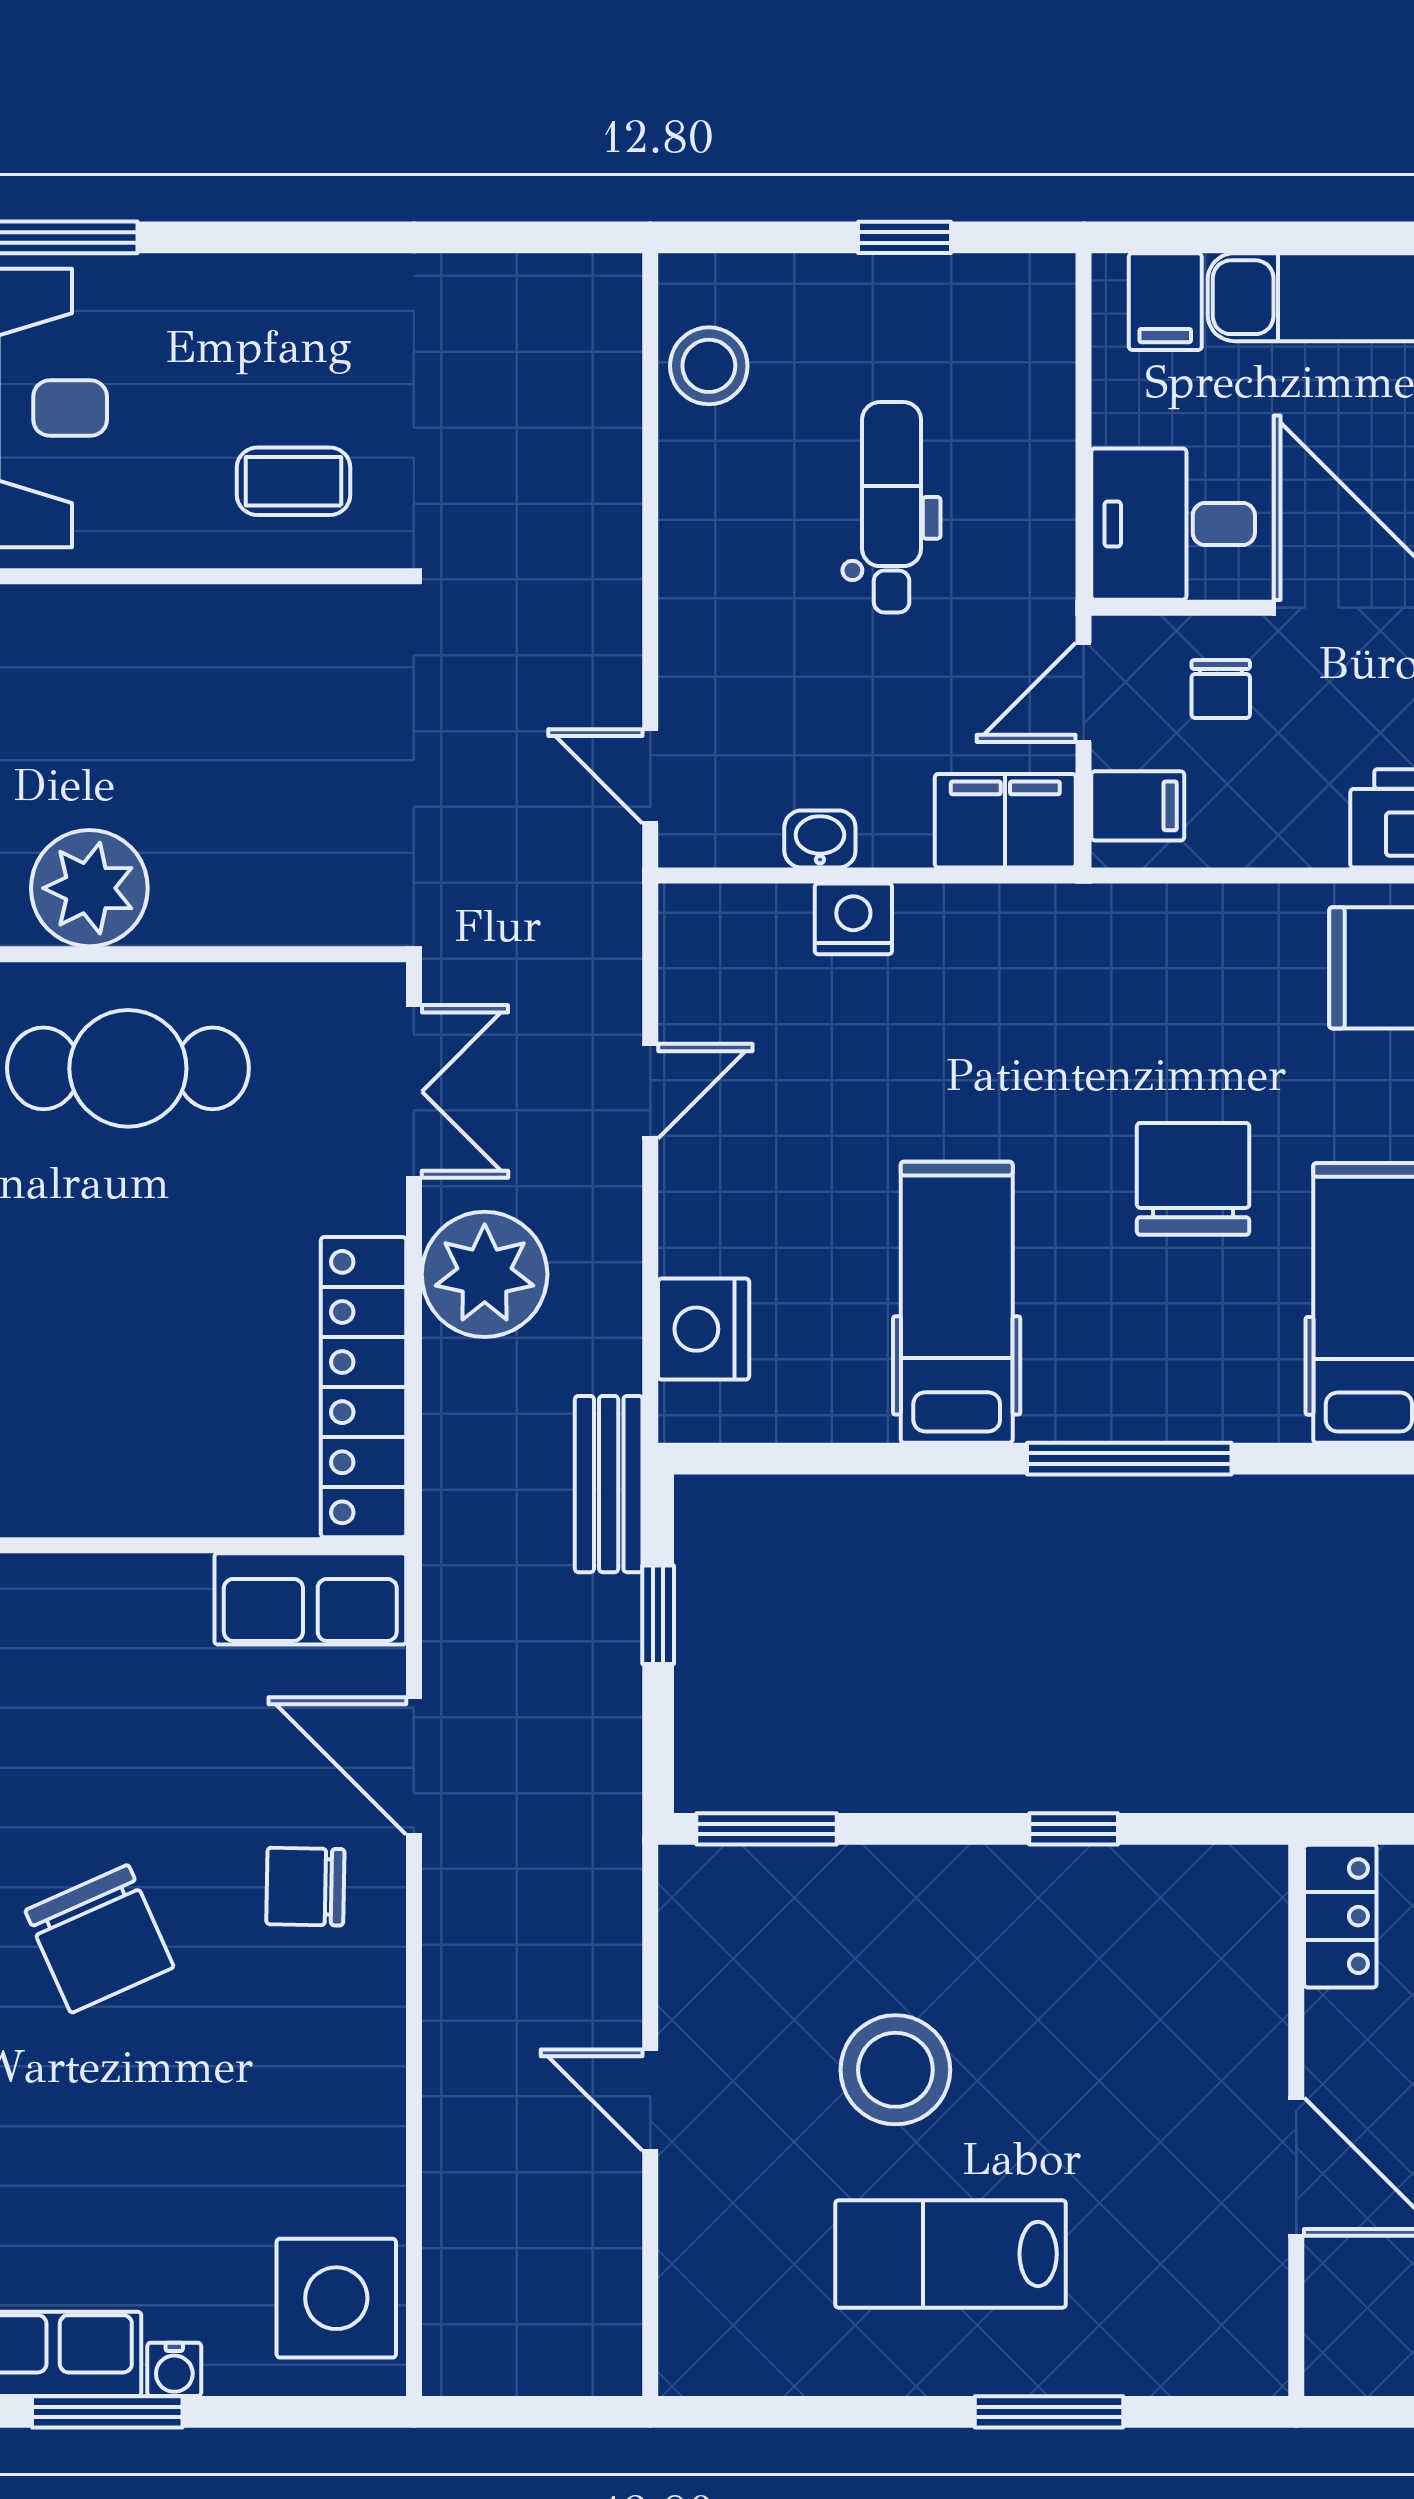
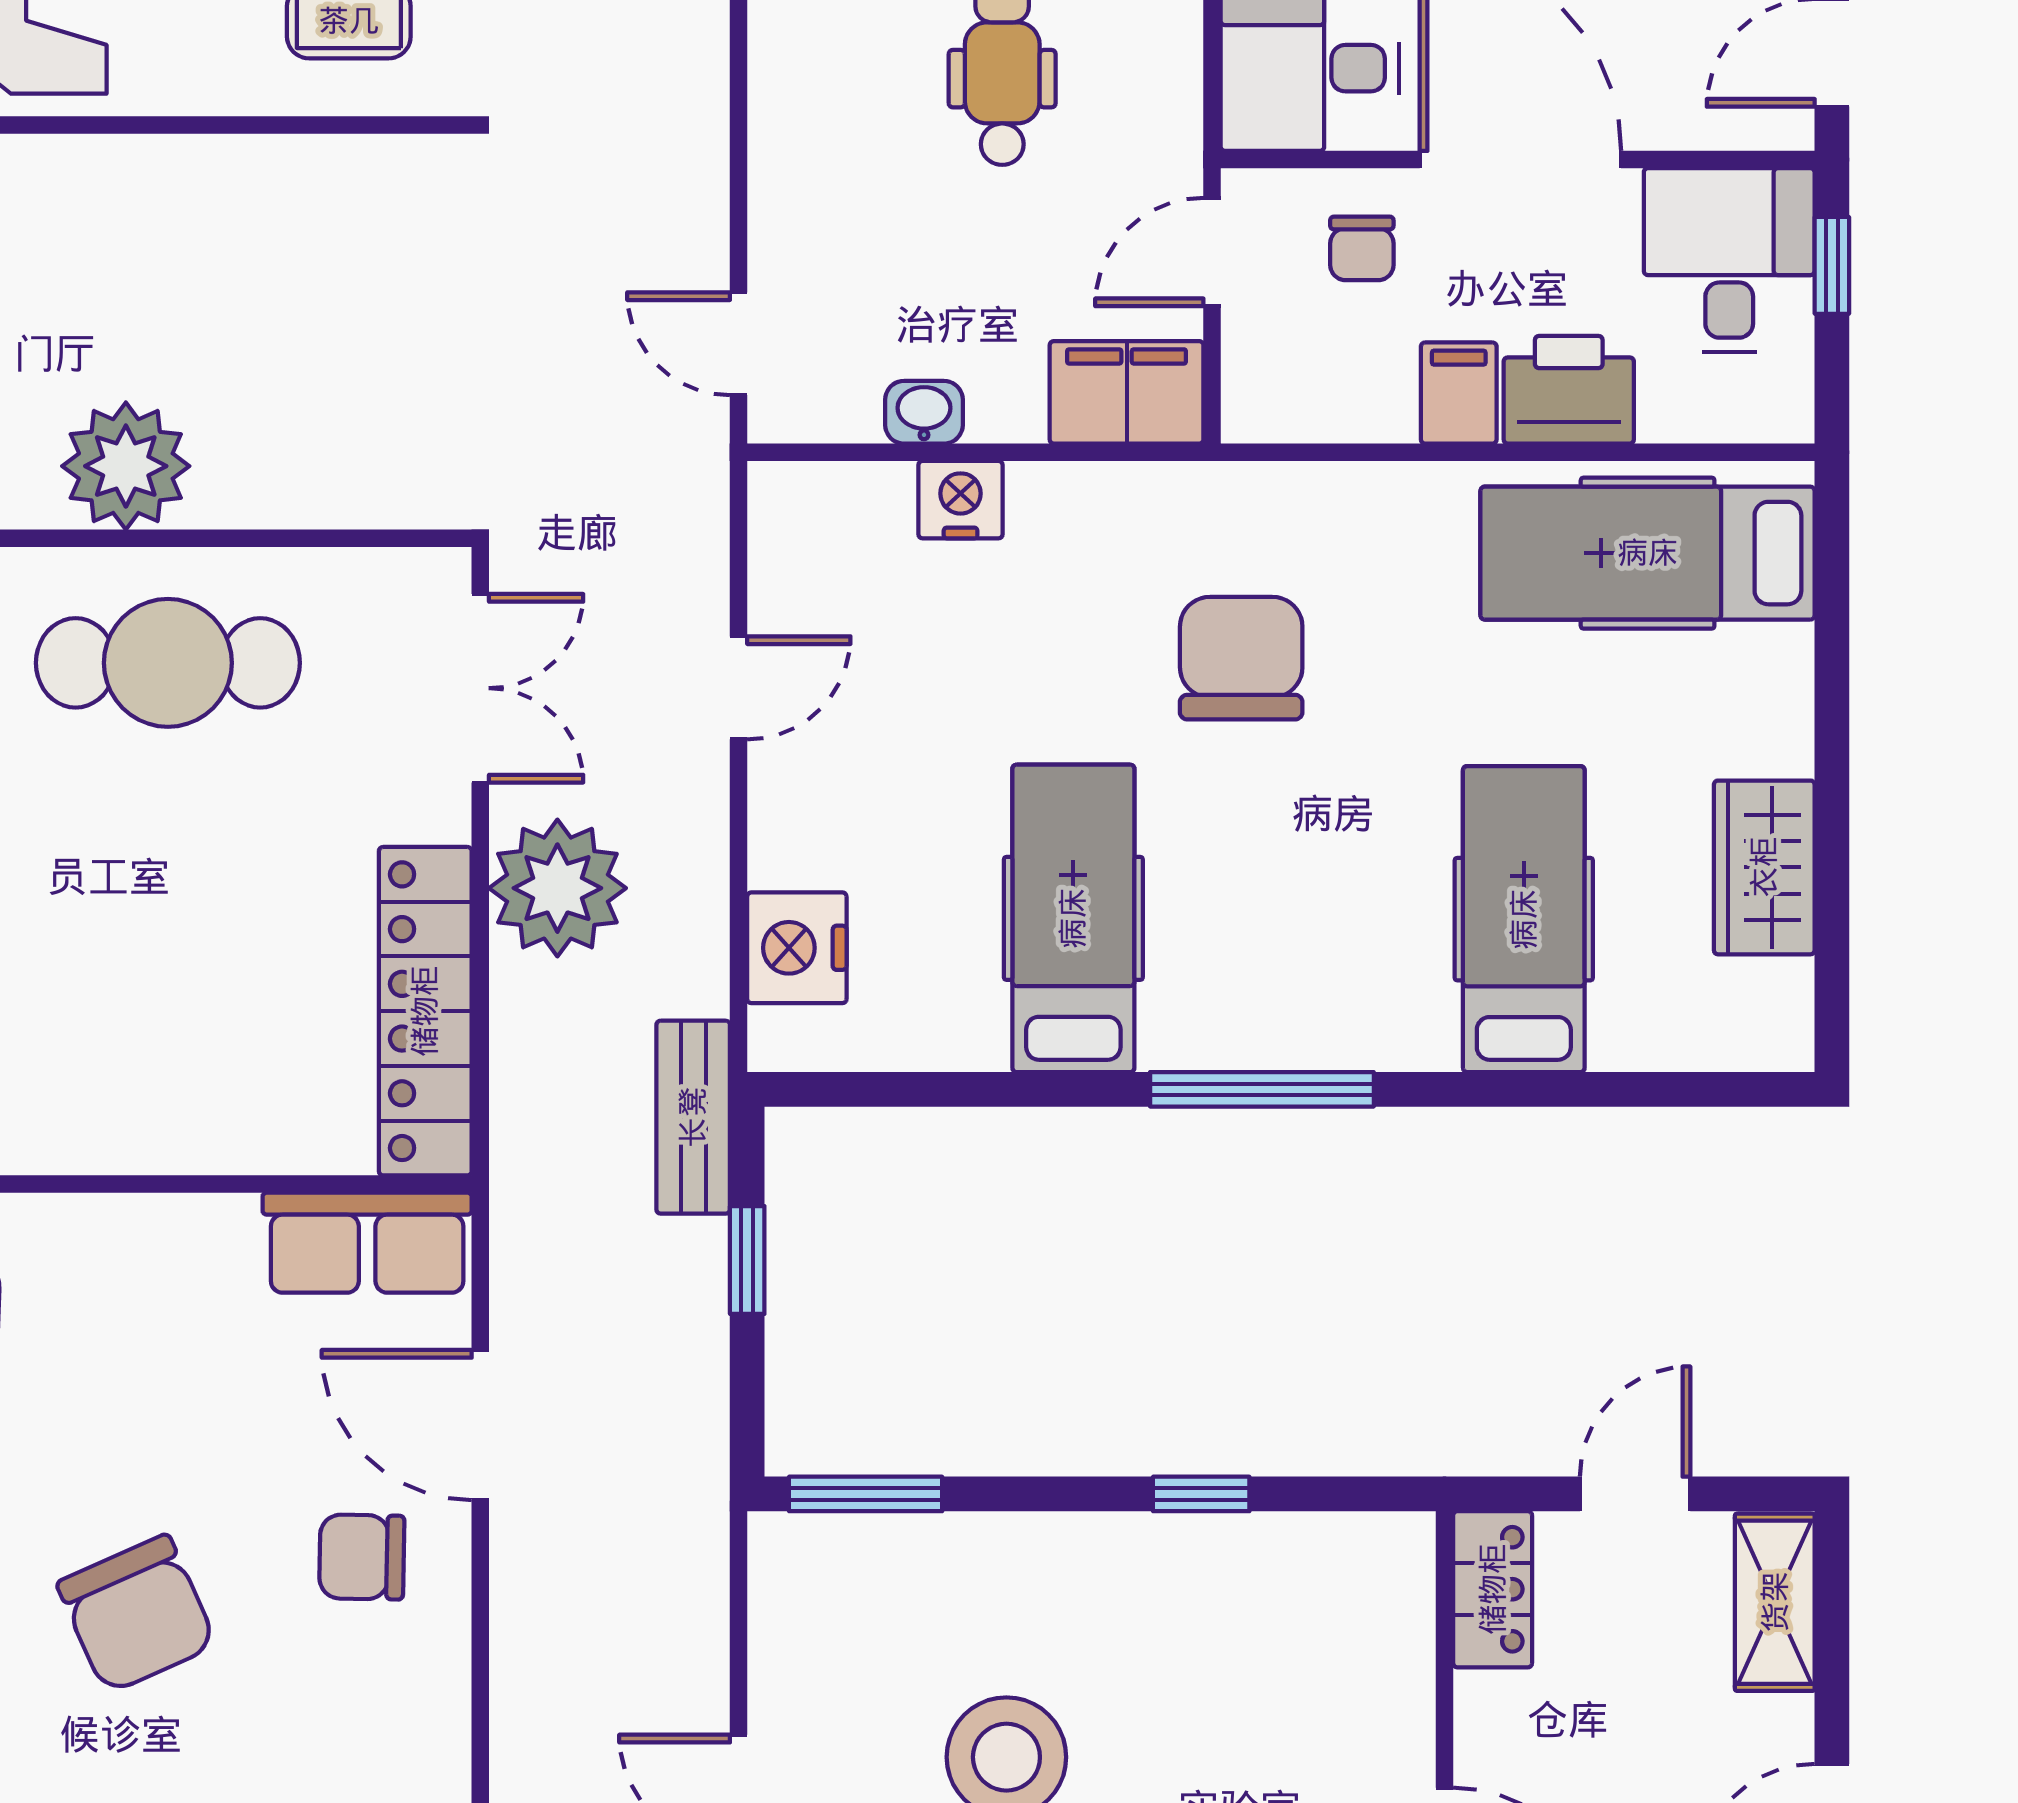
filing cabinet: (1138, 806) -> (1459, 393), moved, turned -90
chair: (1193, 1179) -> (1241, 658), moved

